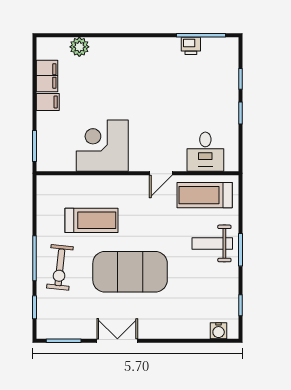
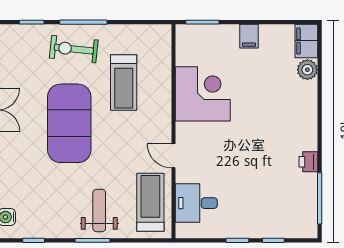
printer: (191, 46) -> (308, 162), moved
filing cabinet: (47, 76) -> (306, 41), moved, turned 90

